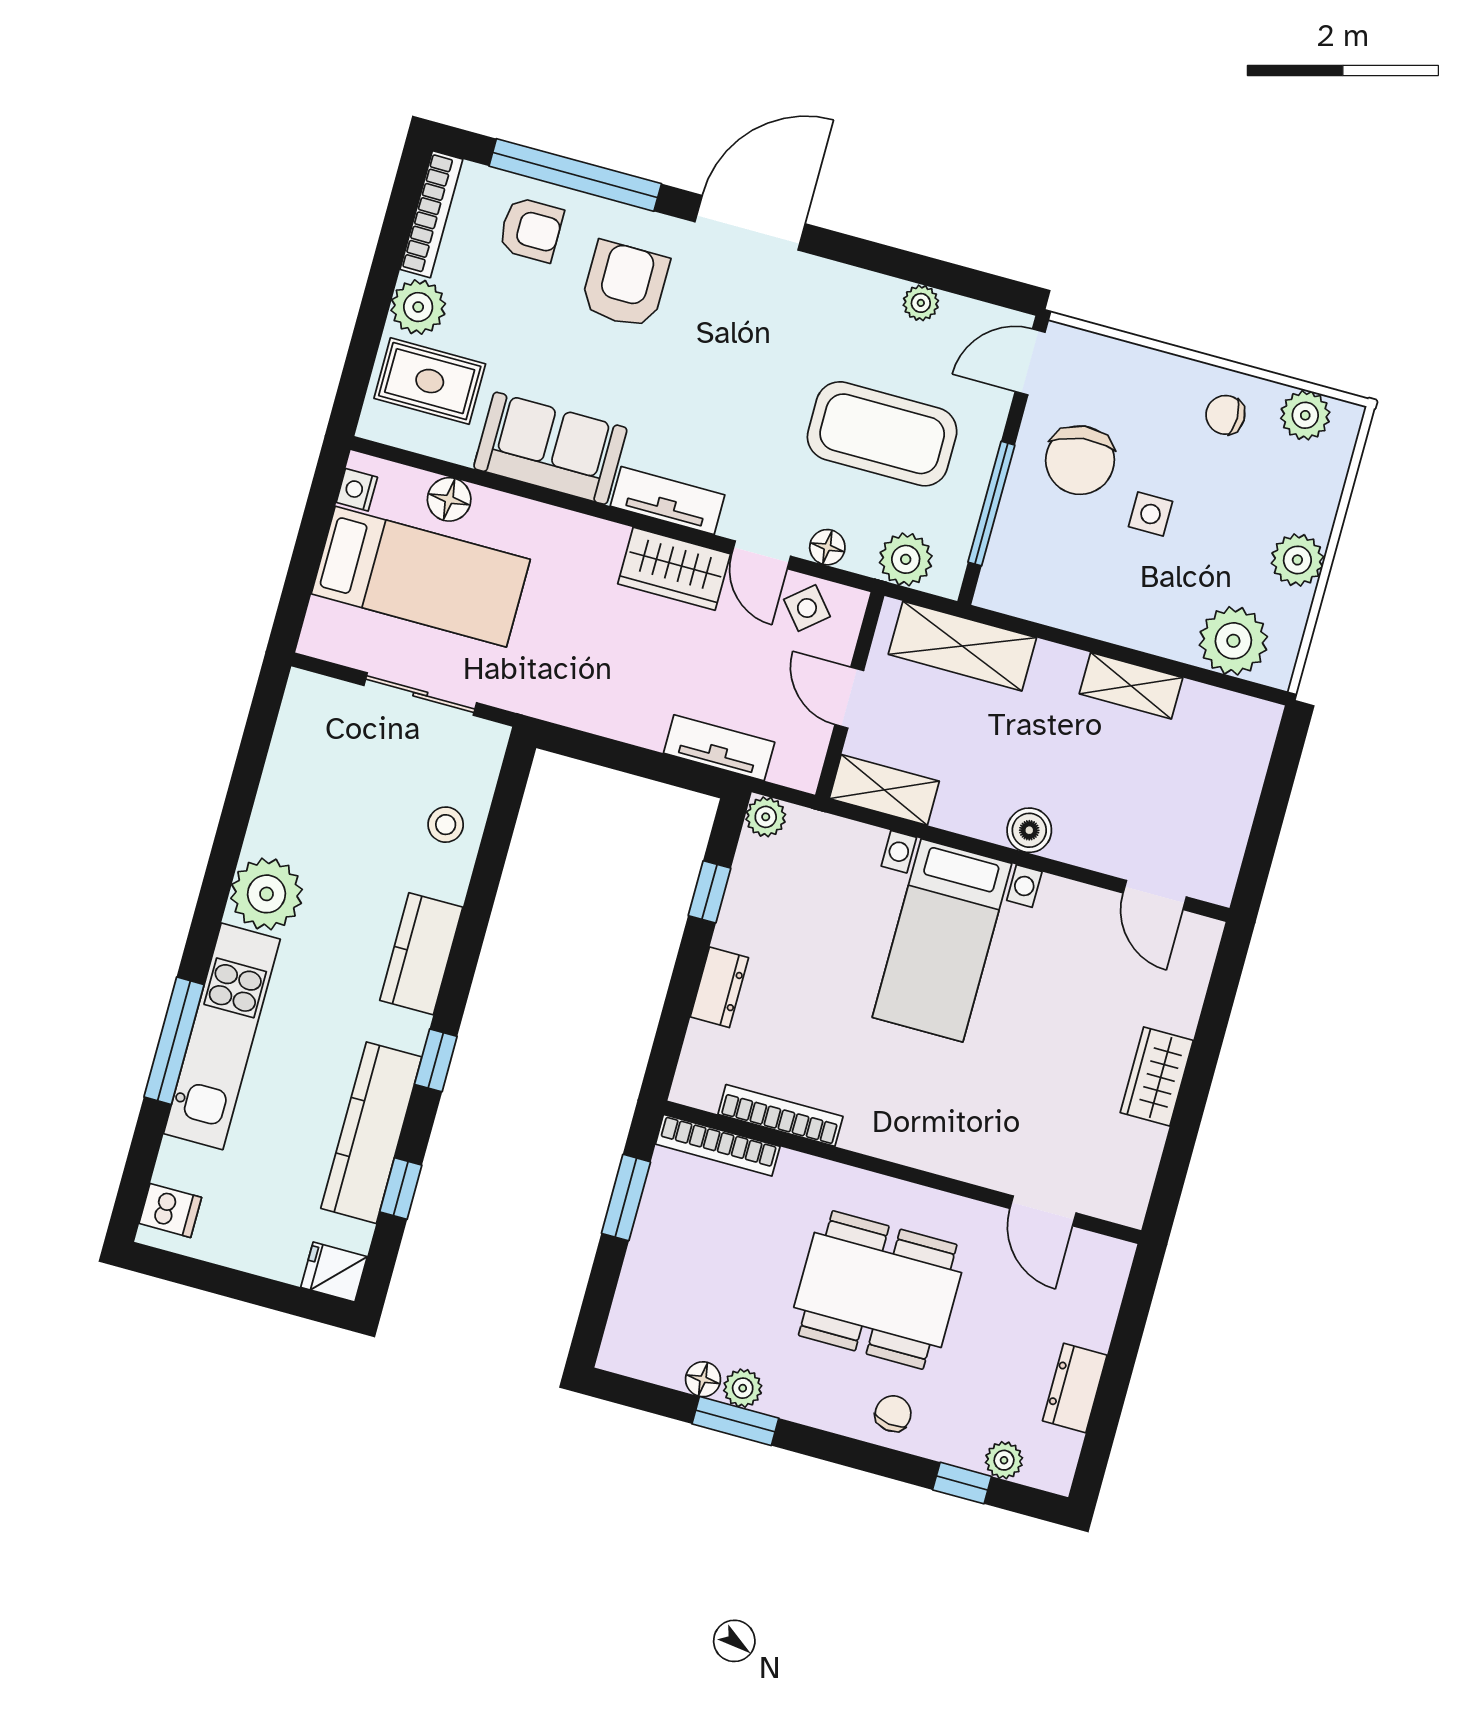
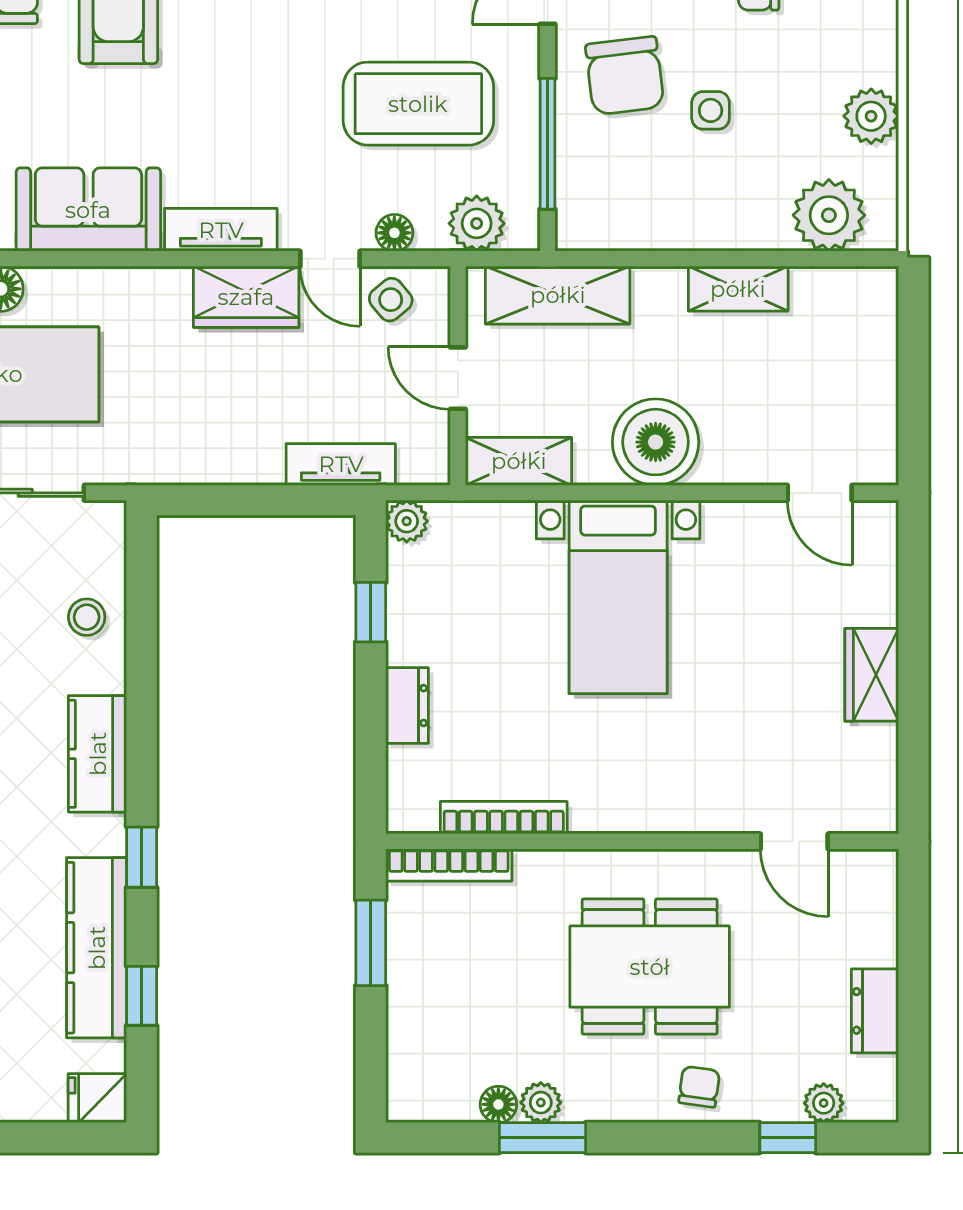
boiler: (1029, 830) -> (656, 442), width x1.86, depth x1.86

